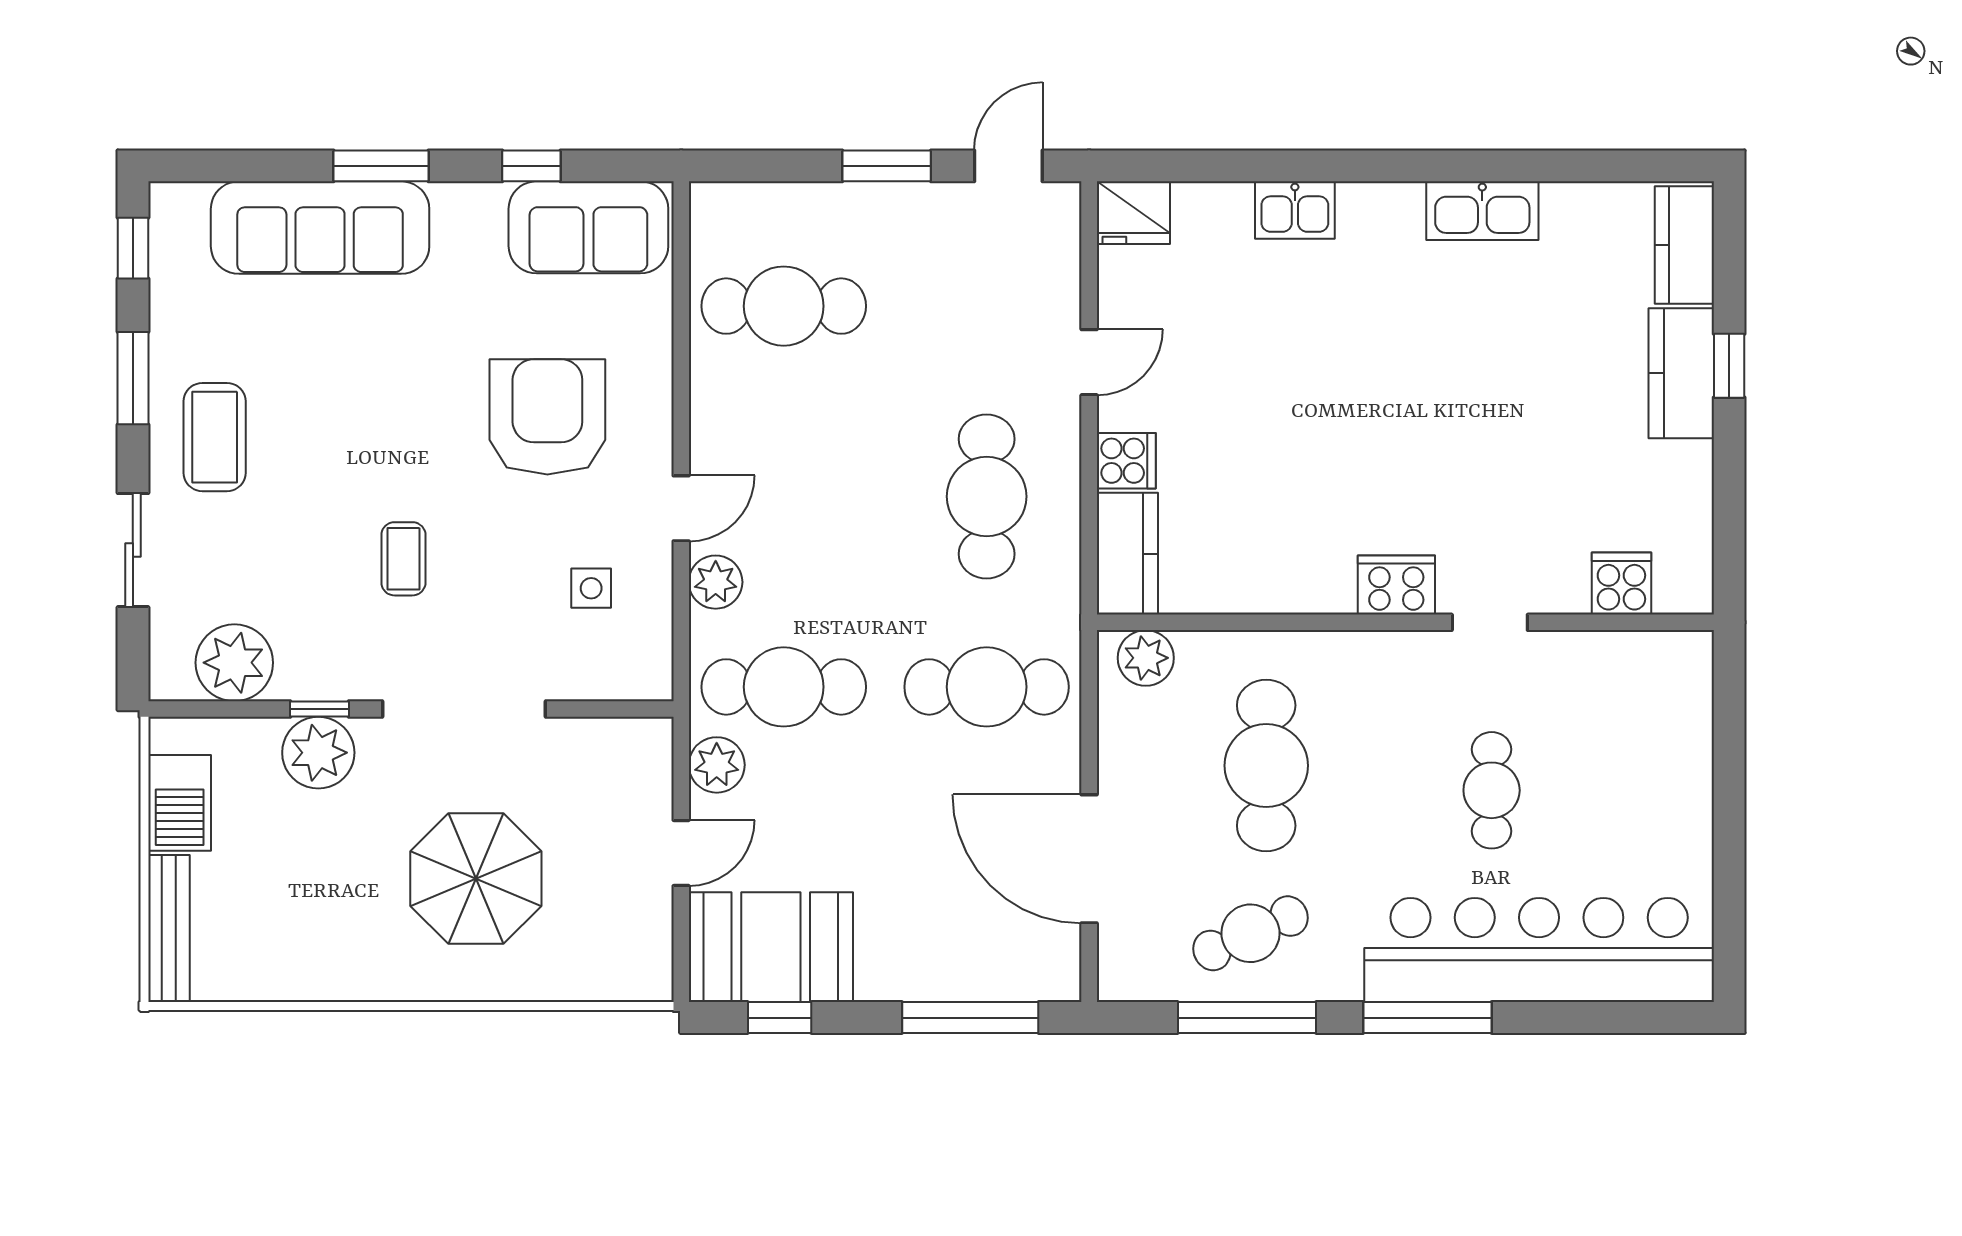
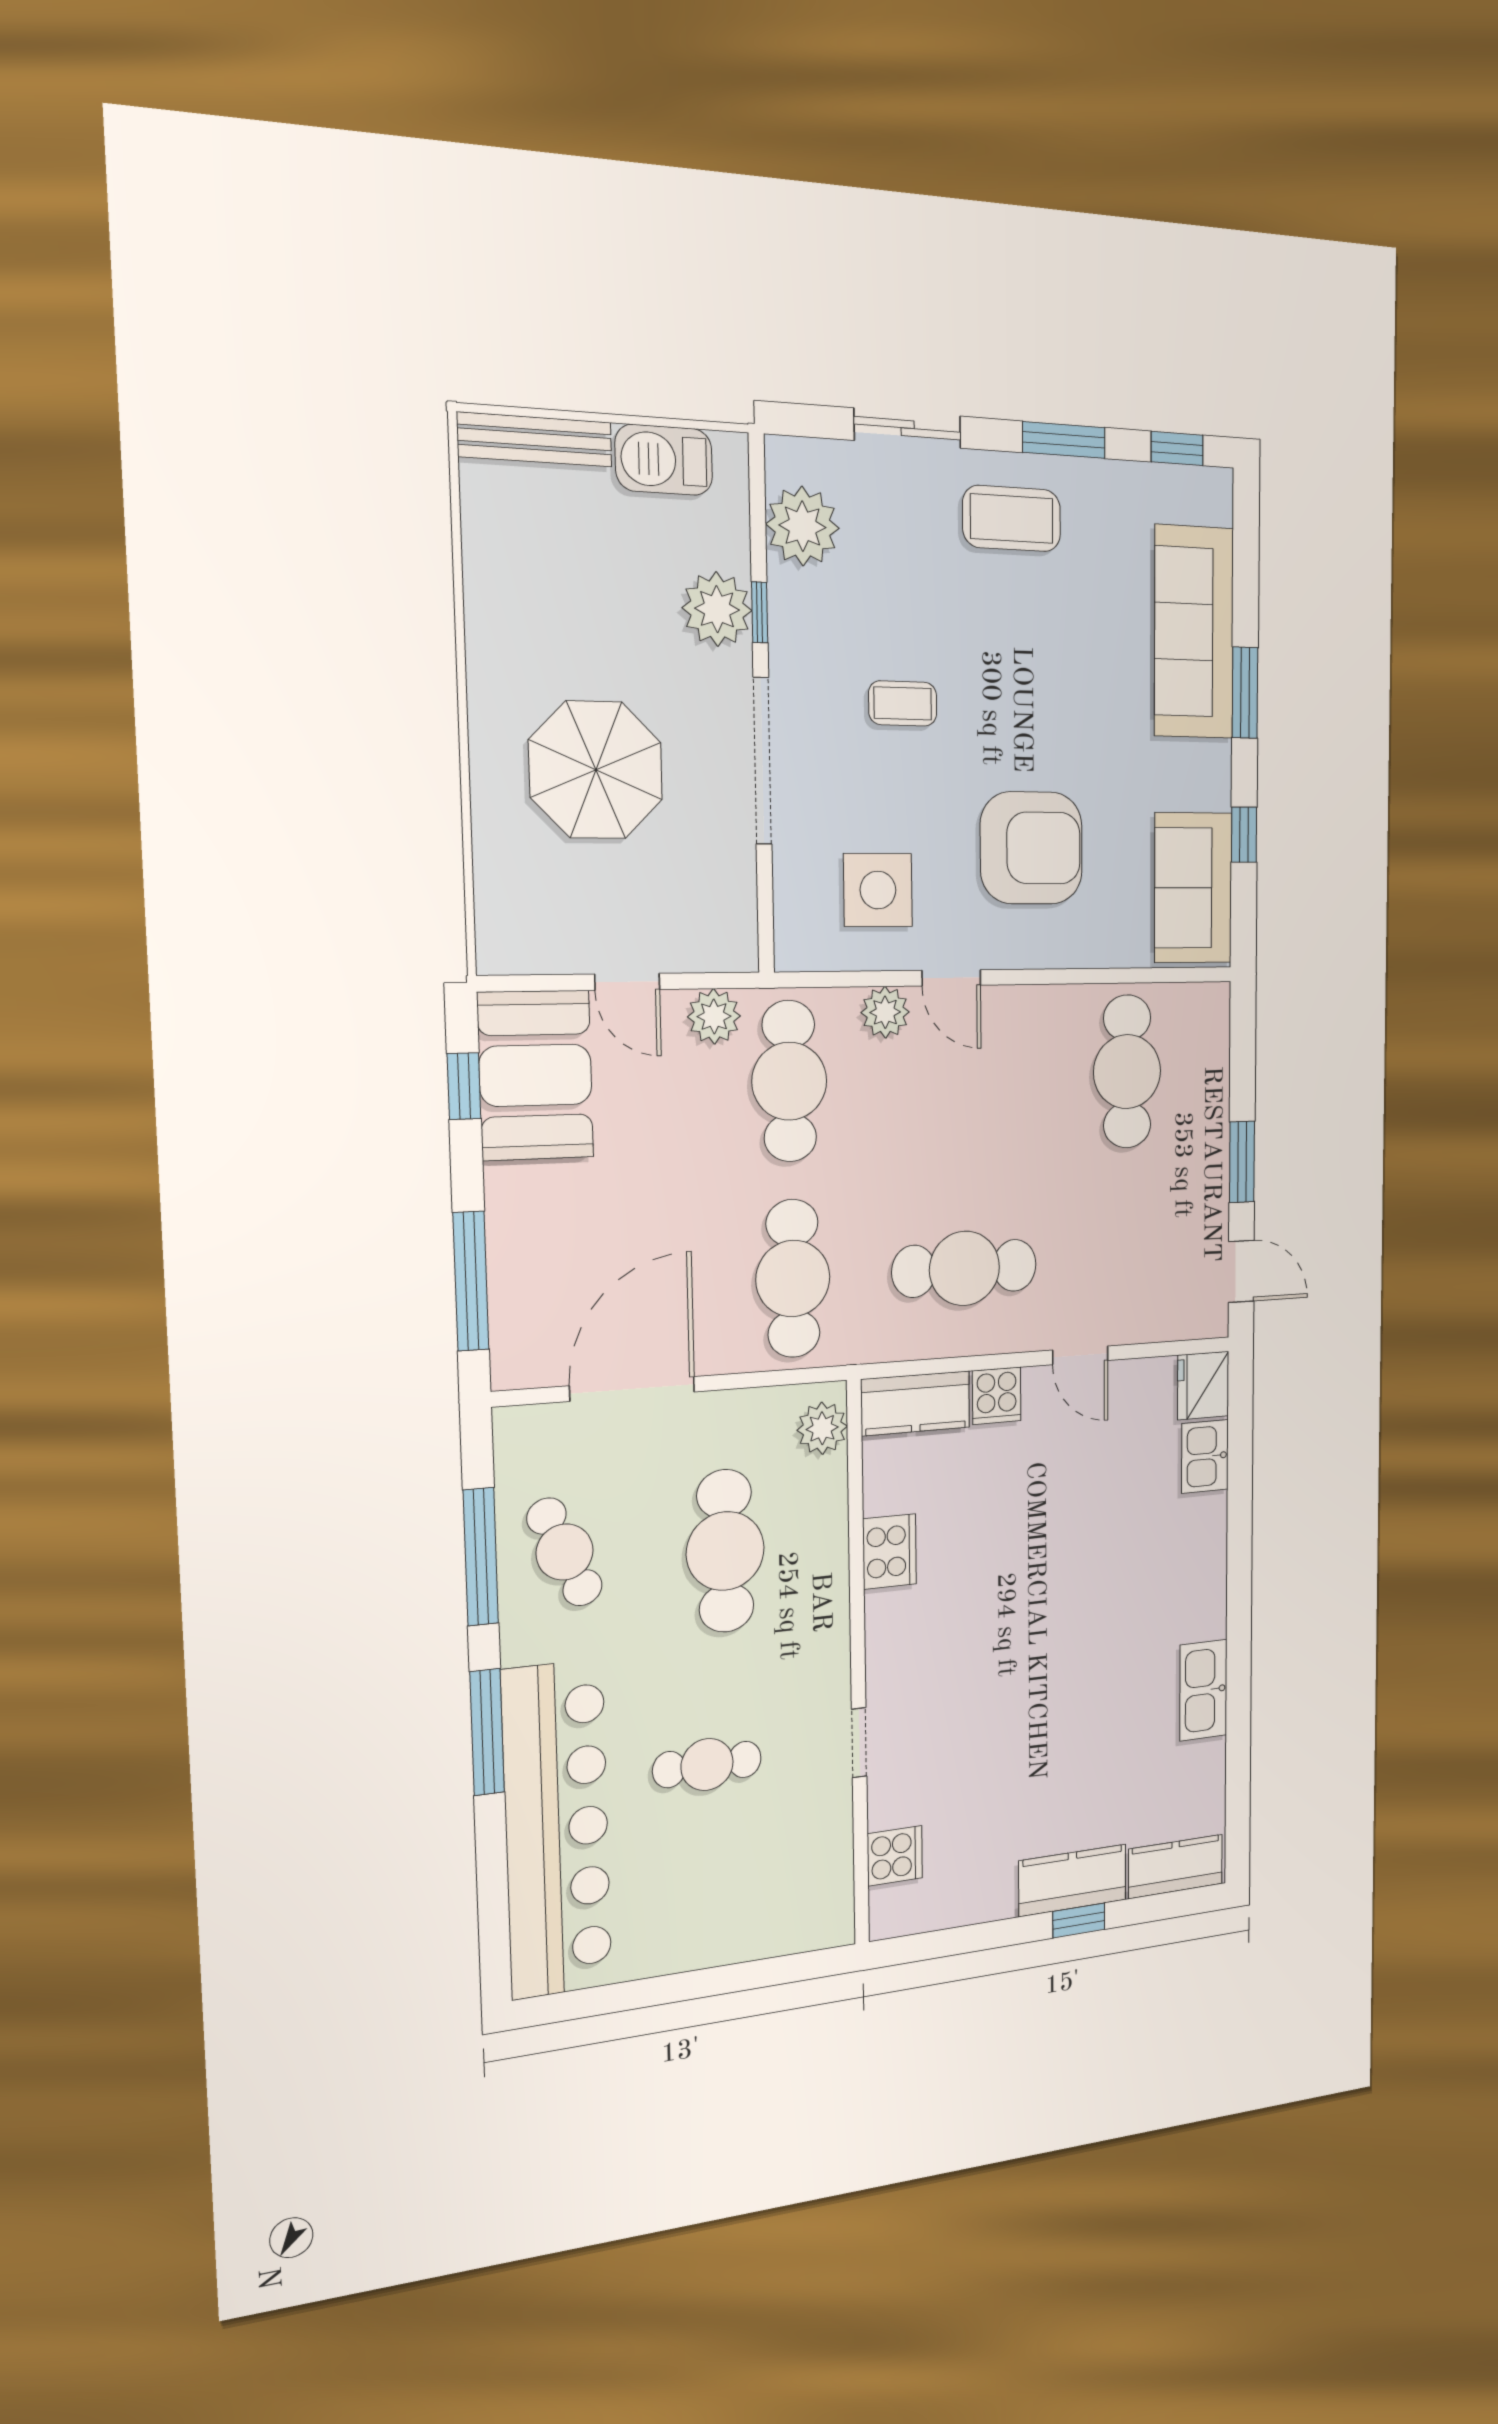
kitchen sink: (1295, 210) -> (1205, 1456), moved
cooker: (1396, 585) -> (890, 1552), moved
side table: (591, 588) -> (878, 890), width x1.87, depth x1.87
cafe table: (1266, 766) -> (725, 1551), turned 90

